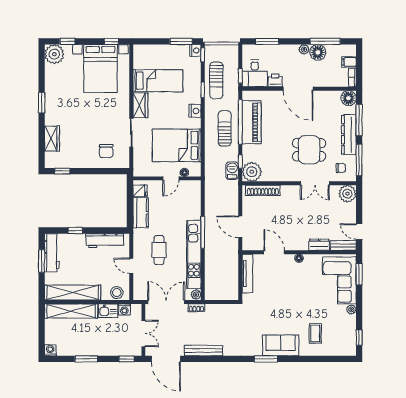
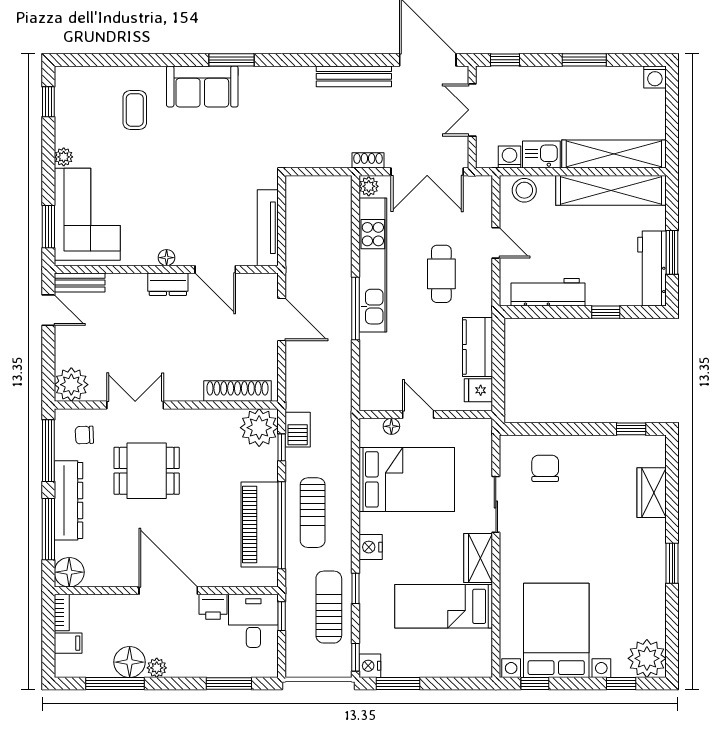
door: (171, 178) -> (418, 415), hinge flipped
dresser: (319, 245) -> (168, 284), moved

